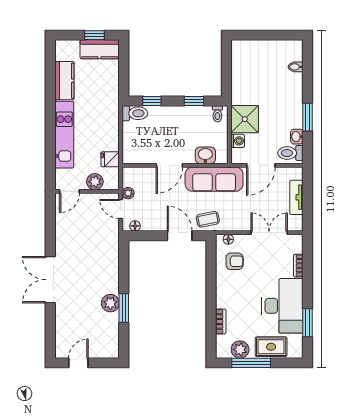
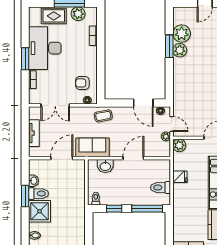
window: (152, 101) -> (147, 209), width x2.17
toilet: (135, 113) -> (161, 188), moved
shower: (245, 119) -> (40, 211), moved
washing machine: (238, 141) -> (80, 177), removed
toilet: (290, 153) -> (39, 194), moved
fridge: (110, 159) -> (180, 177), moved
sofa: (214, 179) -> (92, 147), width x0.73
plant: (95, 182) -> (179, 145), moved
door: (180, 236) -> (143, 103), moved
window: (308, 323) -> (25, 59), moved
plant: (108, 324) -> (182, 34), added

